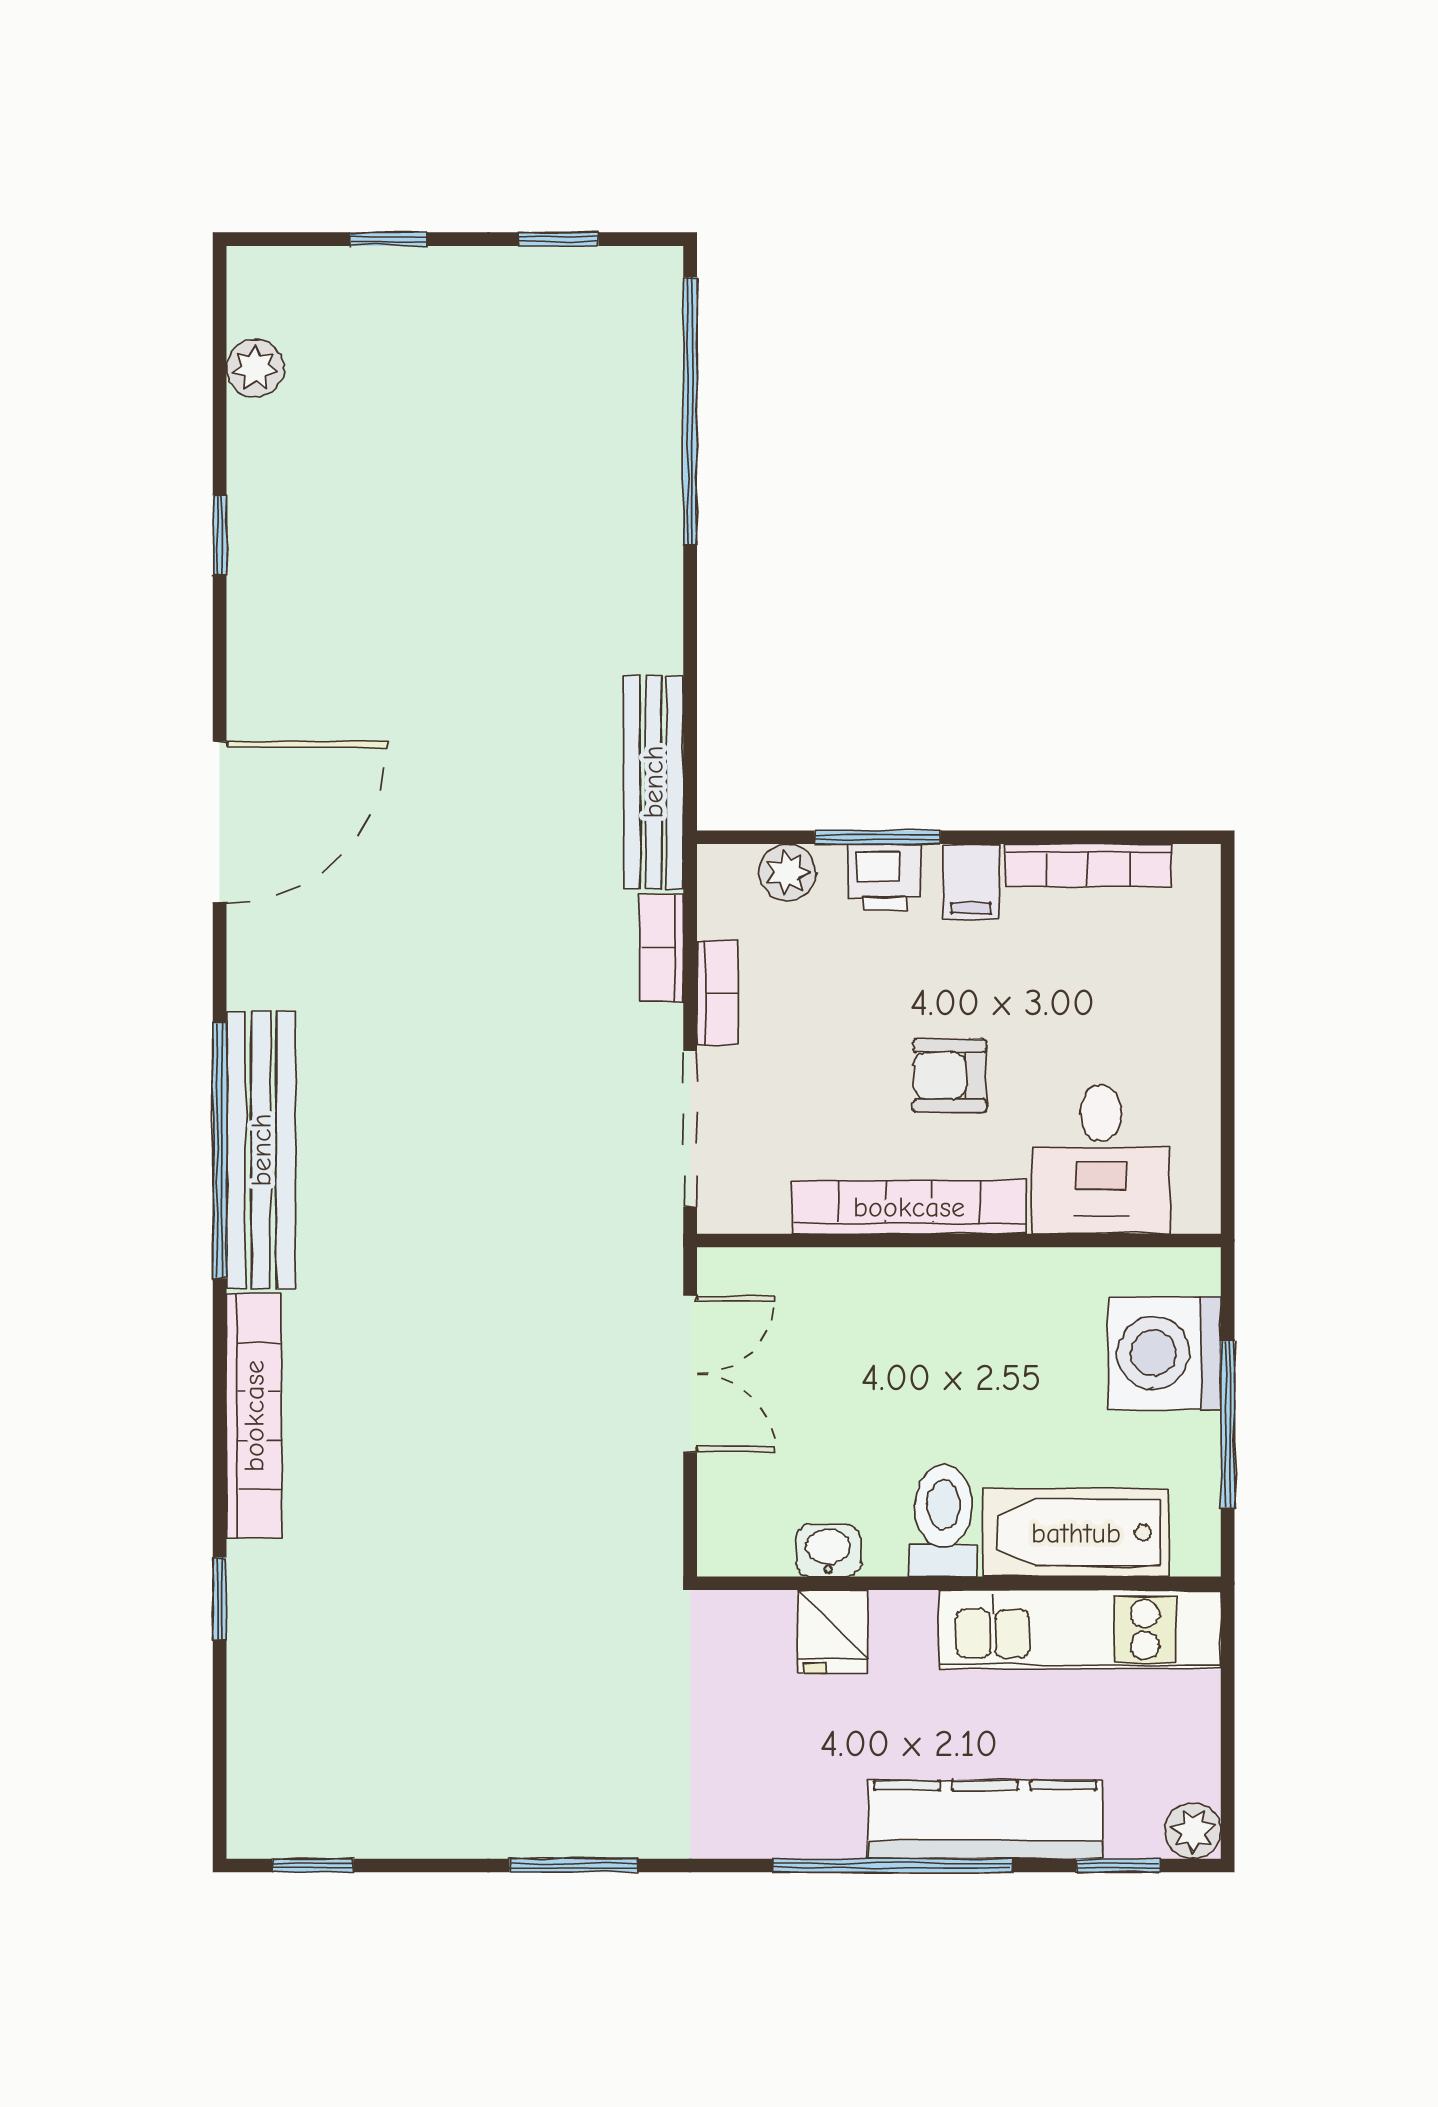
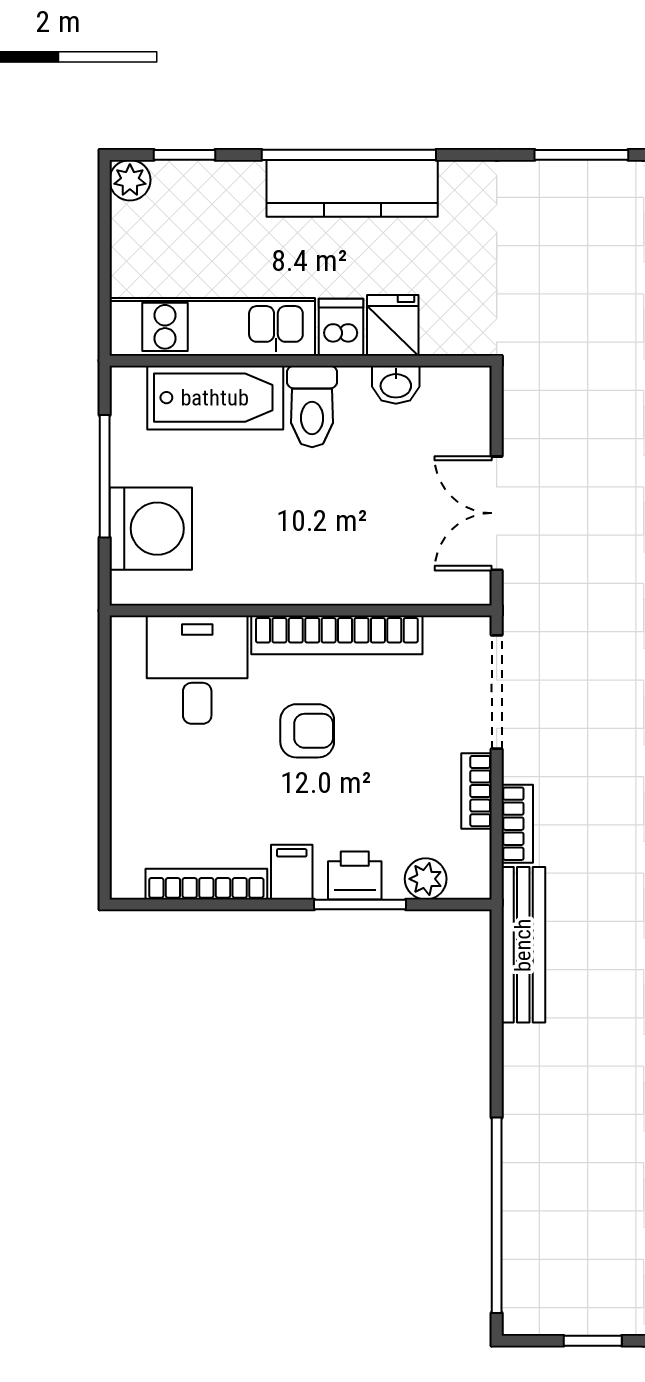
dishwasher: (903, 1629) -> (341, 327), added
kitchen counter: (985, 1820) -> (352, 188), moved

